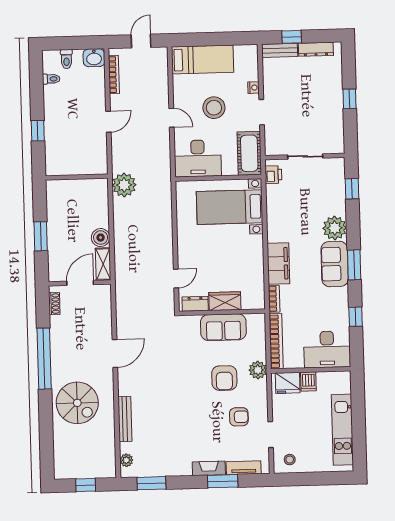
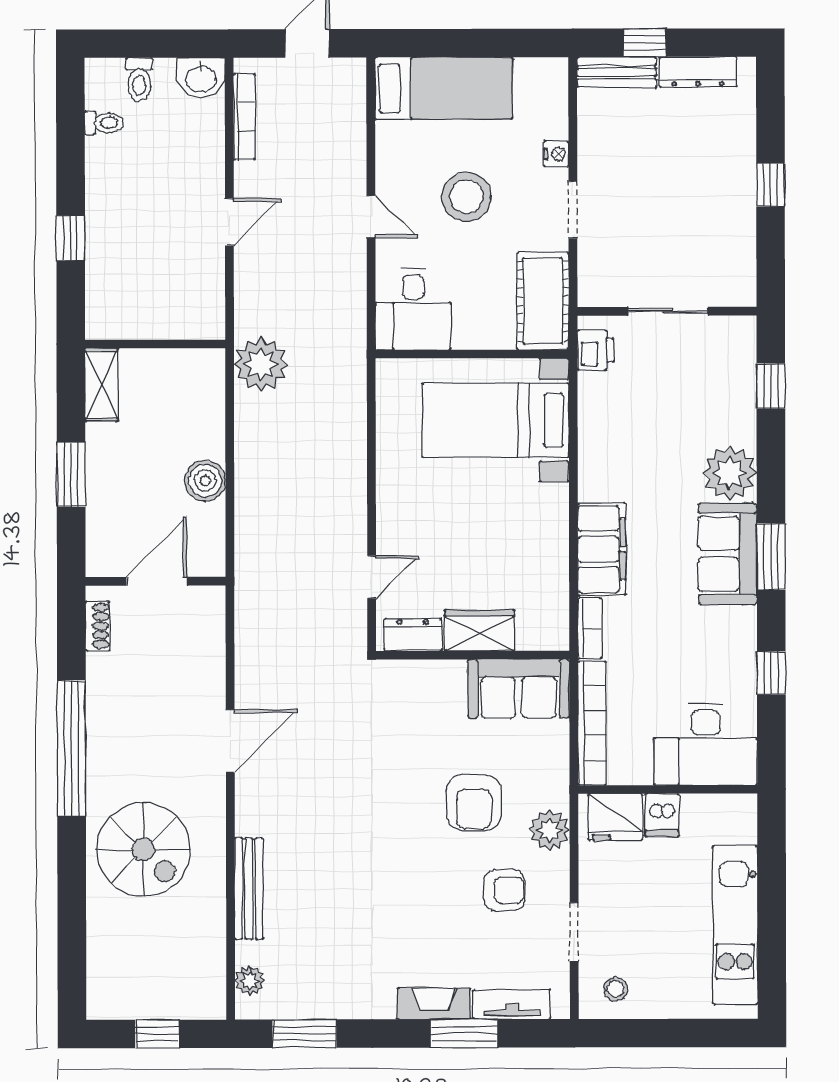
desk: (198, 158) -> (413, 309), width x0.73
shelving: (103, 264) -> (101, 385), moved
sofa: (223, 327) -> (519, 689), moved
plant: (258, 370) -> (549, 830), moved

